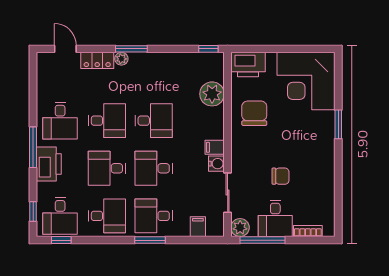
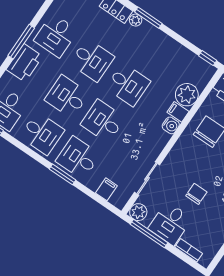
filing cabinet: (215, 147) -> (178, 112), moved
water cooler: (216, 164) -> (171, 125), moved
chair: (281, 176) -> (196, 194), turned -90

